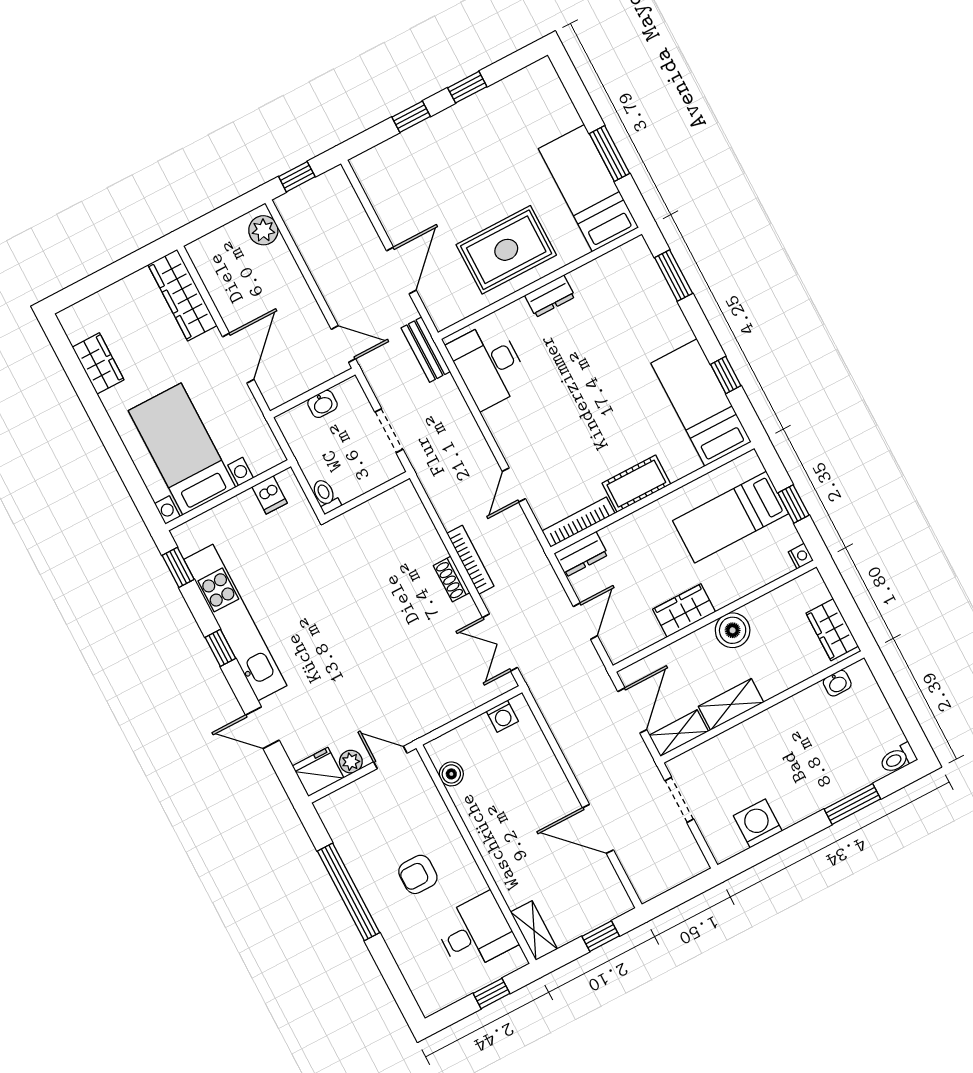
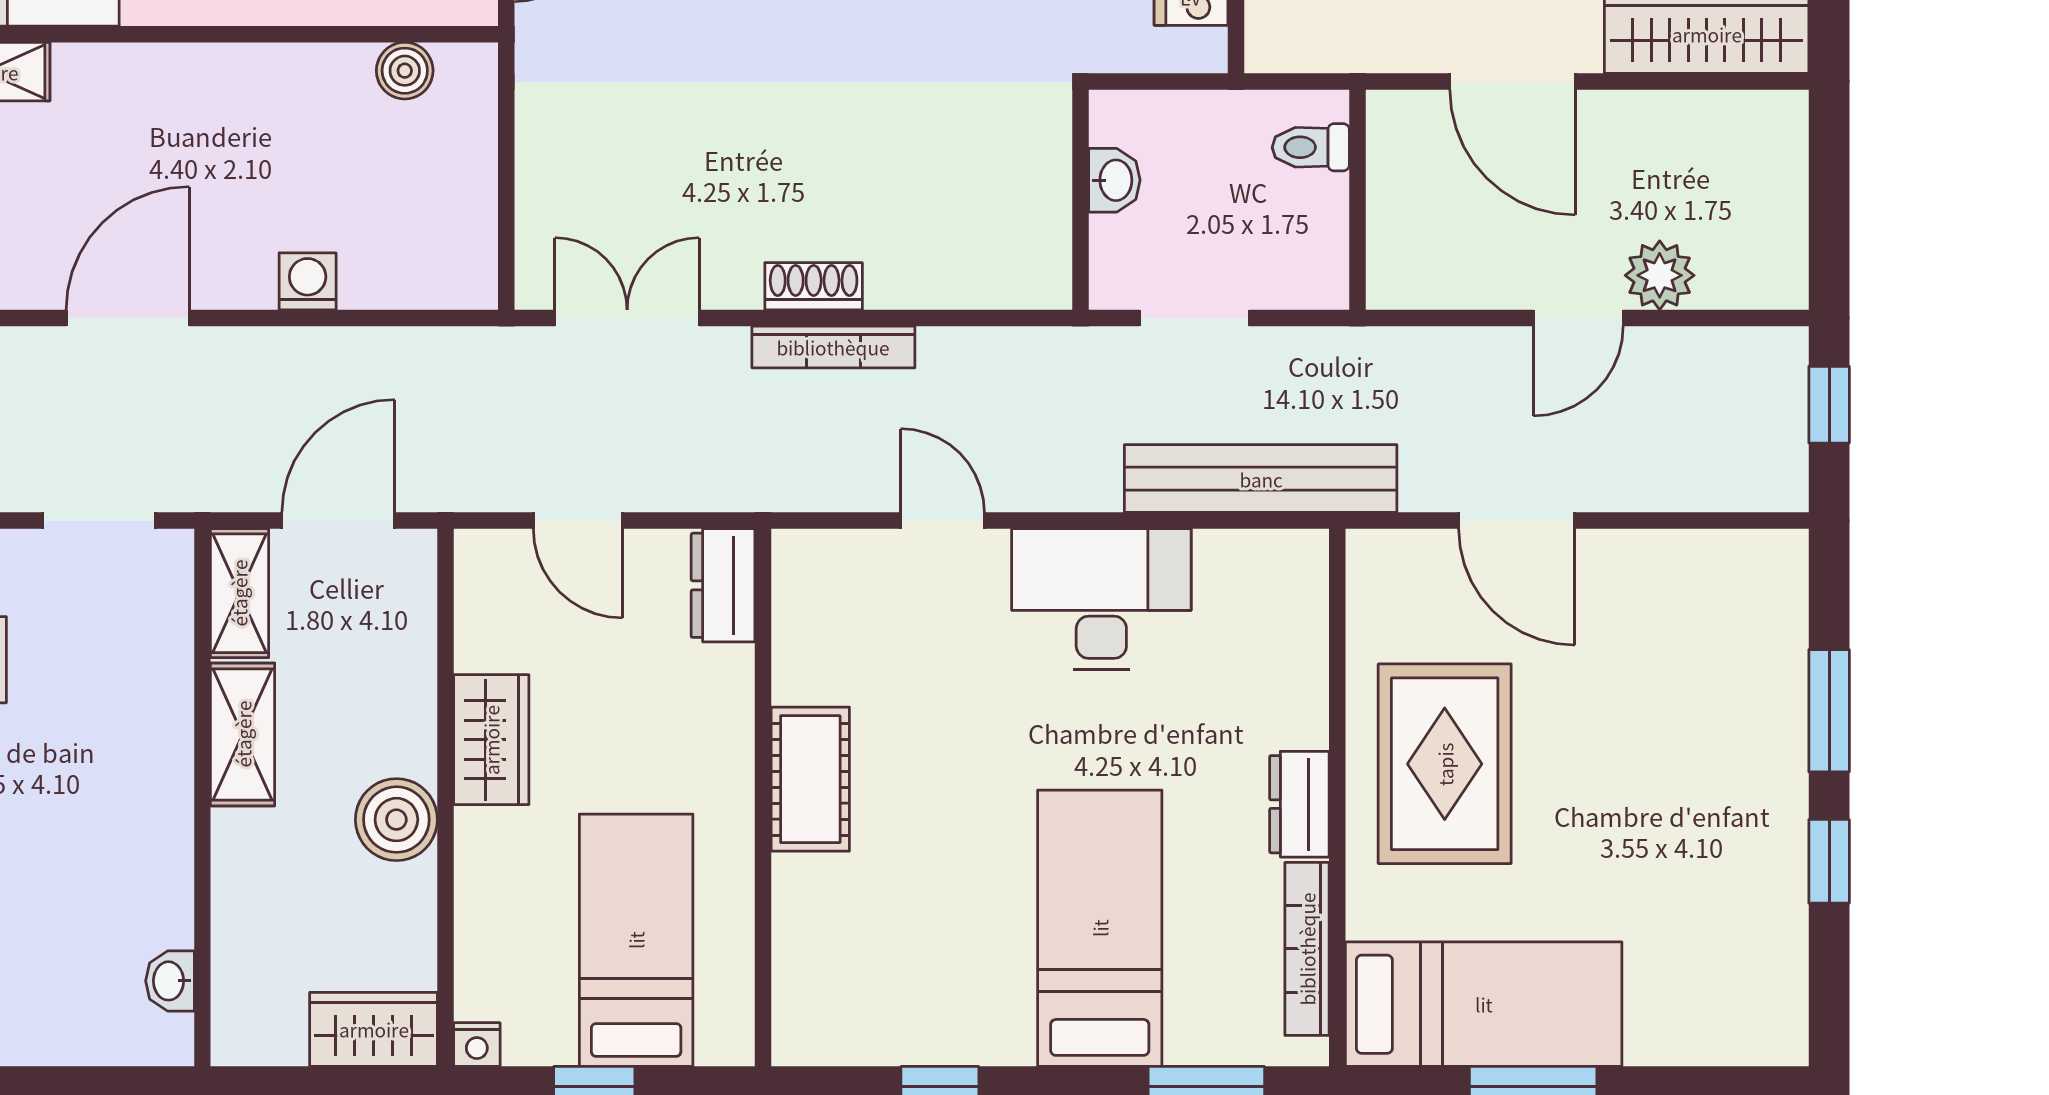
window: (411, 117) -> (1829, 711), width x1.50
plant: (263, 230) -> (1660, 275), moved
door: (343, 344) -> (1578, 318), moved
bench: (426, 350) -> (1261, 479), width x1.86, depth x1.21
desk: (488, 365) -> (1101, 599), moved
bed: (701, 403) -> (1100, 928), moved, turned -90
washbasin: (323, 404) -> (1114, 180), moved, turned 180
toilet: (326, 496) -> (1311, 147), moved, turned 180
bookcase: (578, 522) -> (1307, 949), moved, turned 180
wardrobe: (832, 630) -> (374, 1029), moved
door: (632, 711) -> (338, 521), swing flipped
washing machine: (502, 716) -> (308, 281), moved, turned 90

